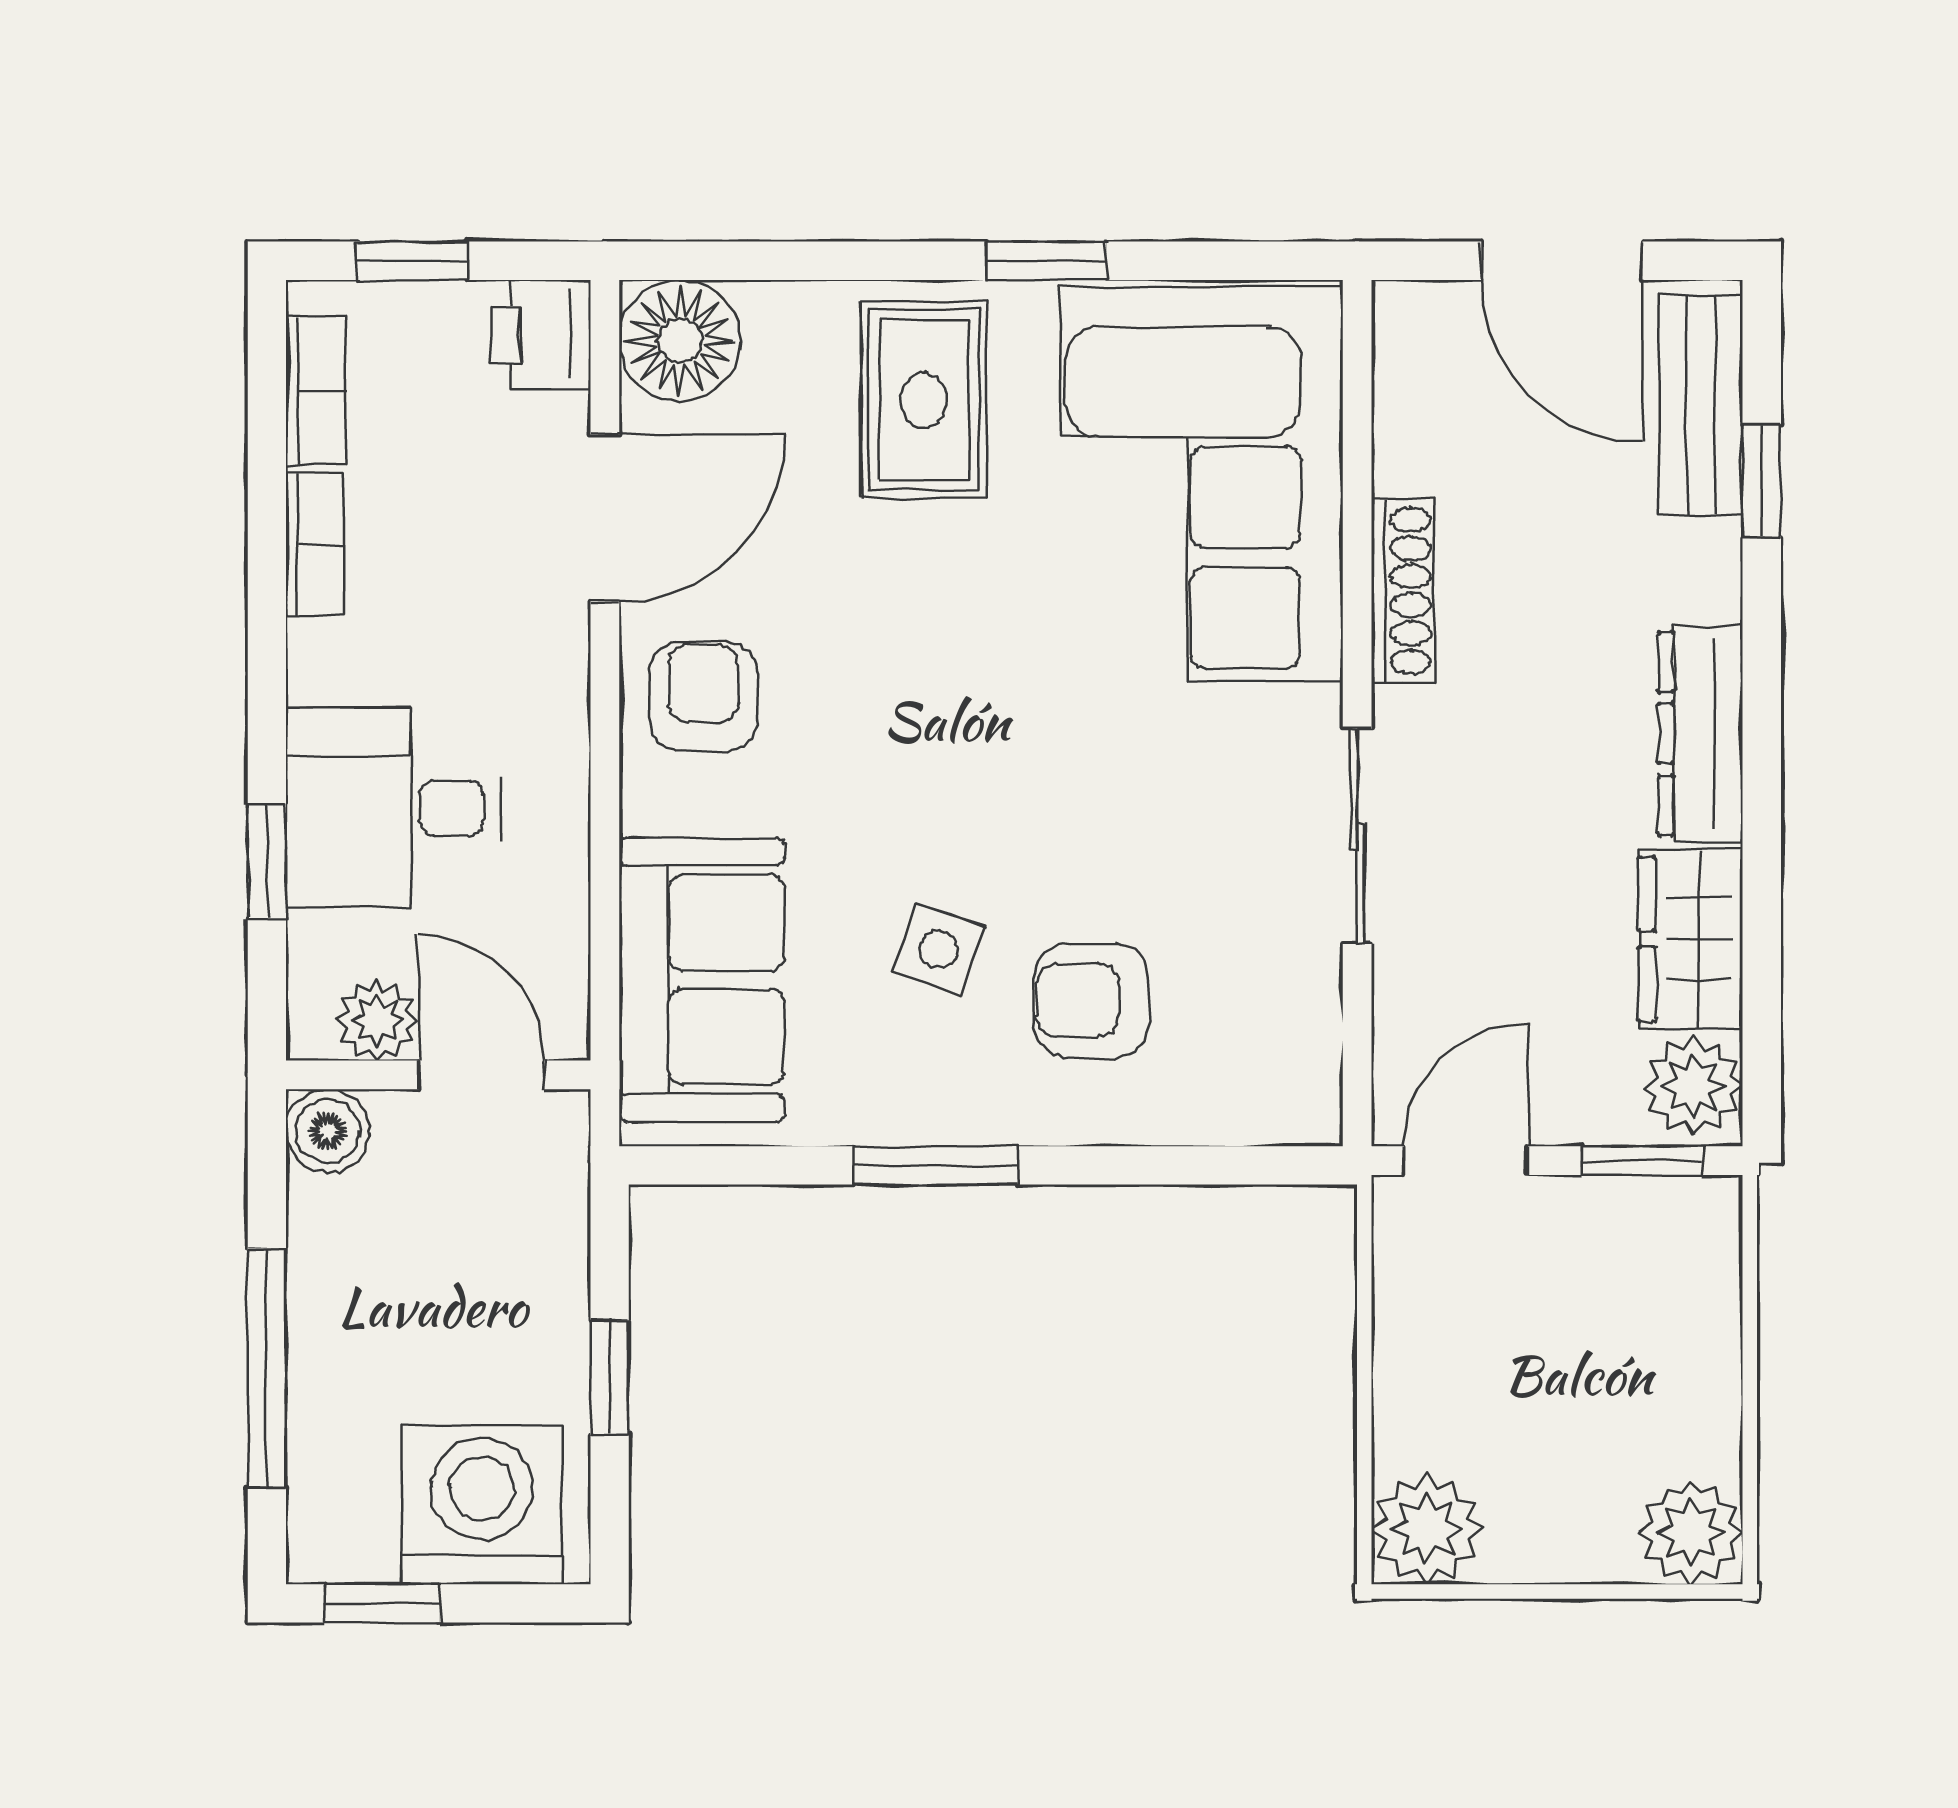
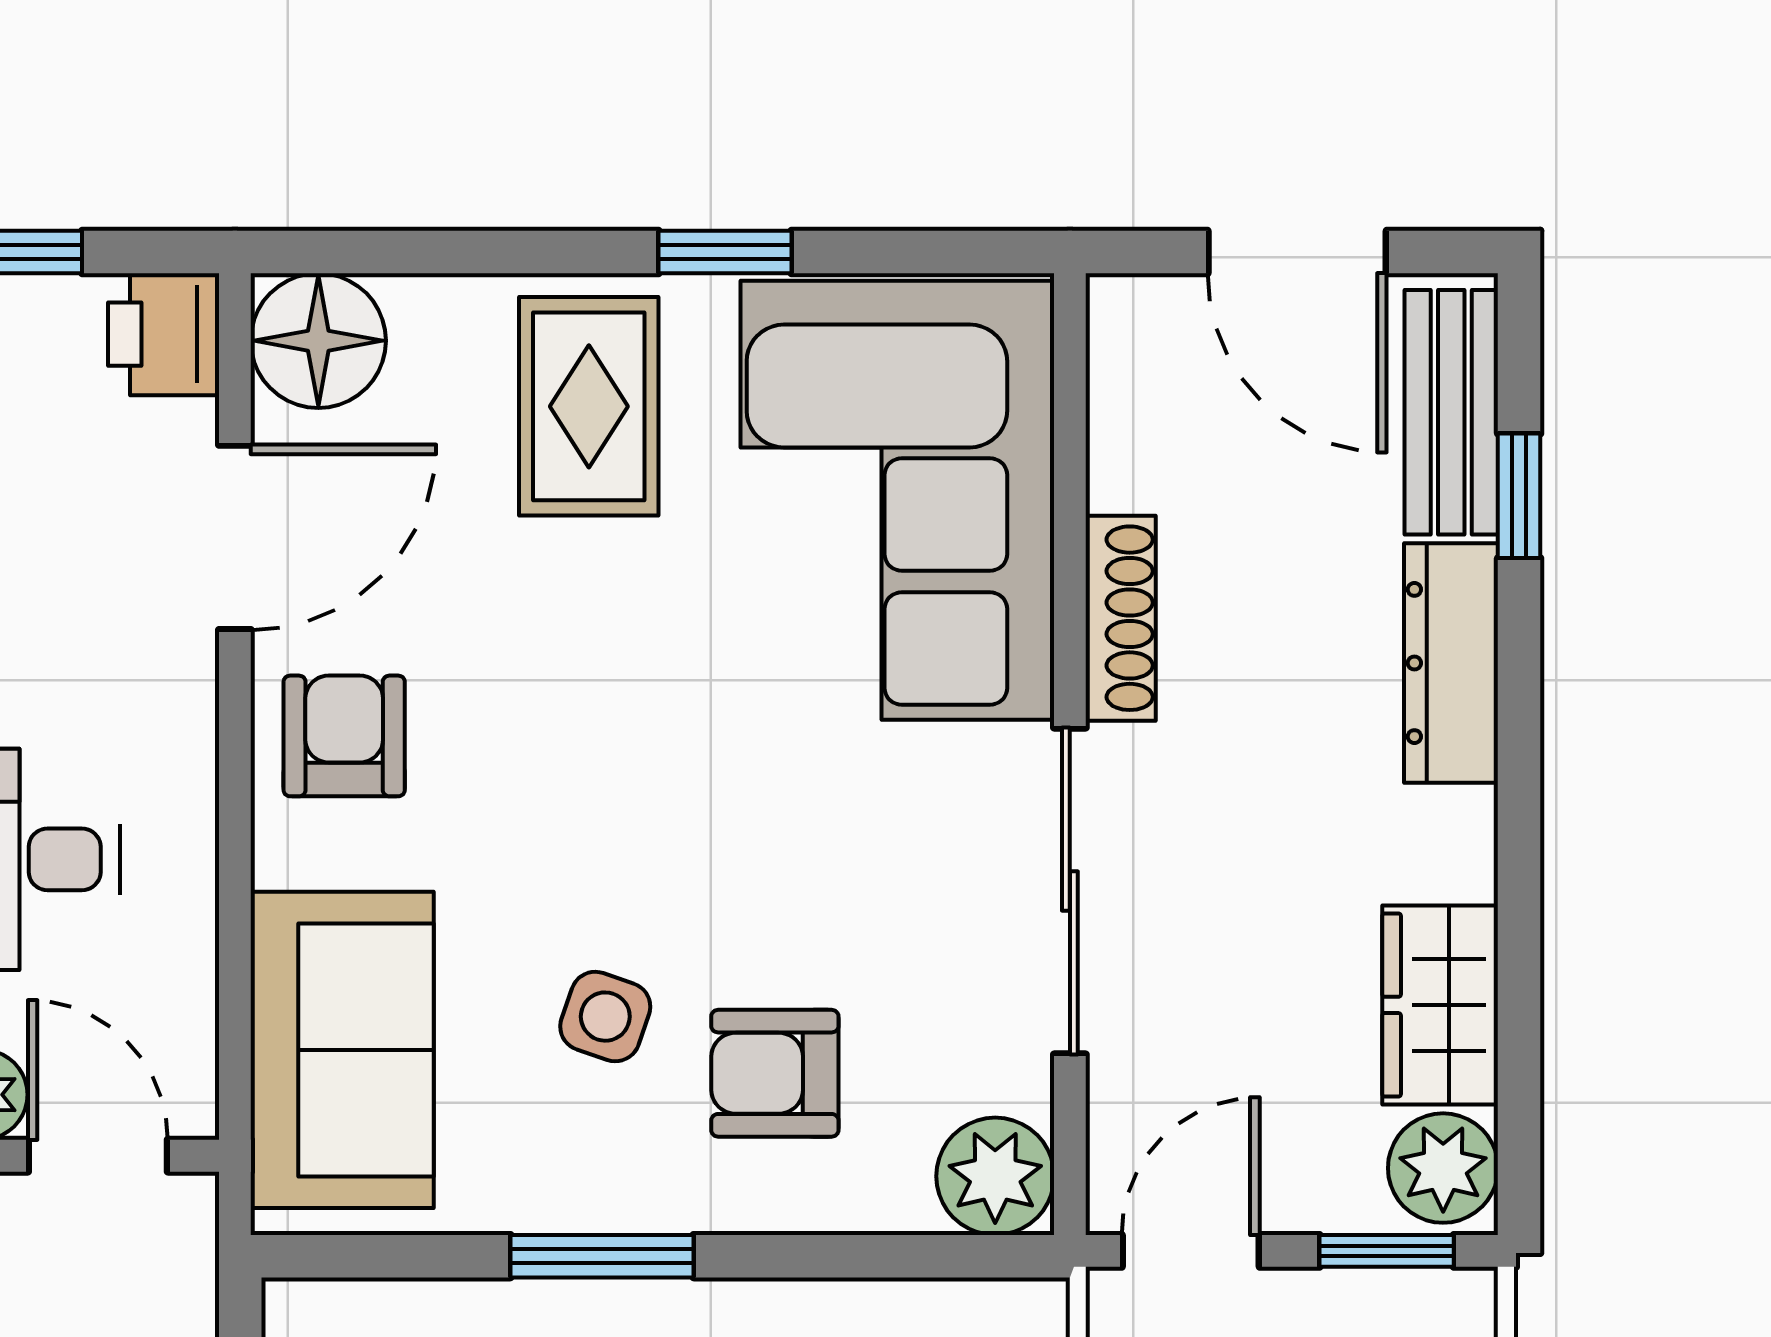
dresser: (1700, 734) -> (1451, 663), moved
sliding door: (1357, 836) -> (1070, 891), width x1.37
plant: (1290, 1093) -> (995, 1176), added

